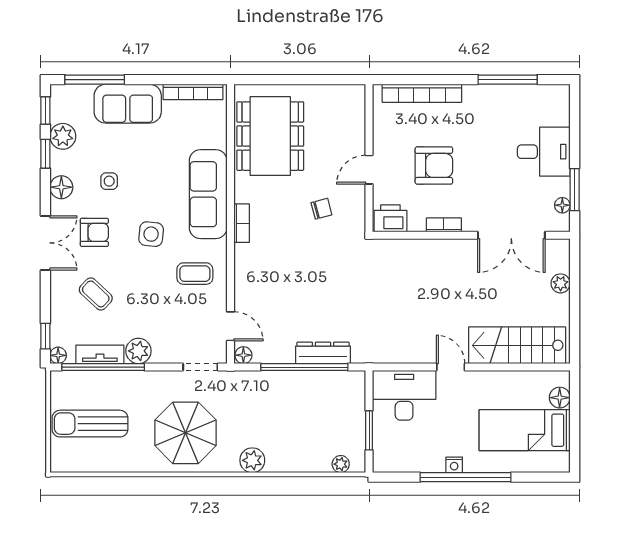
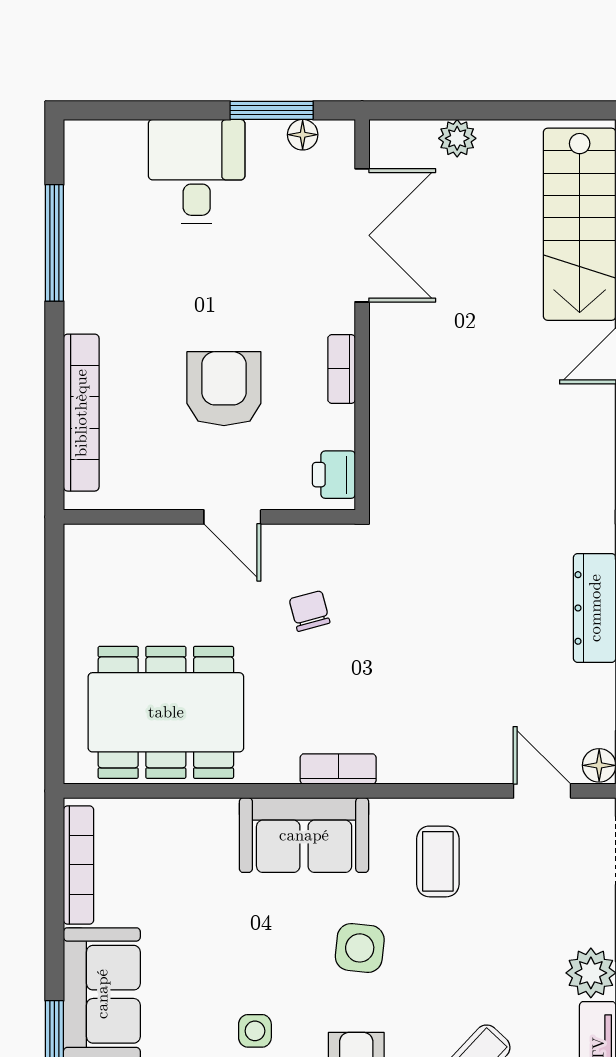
sofa: (208, 194) -> (304, 835), width x0.73
printer: (390, 218) -> (334, 475), width x0.73, depth x0.81
door: (230, 326) -> (542, 791), hinge flipped

